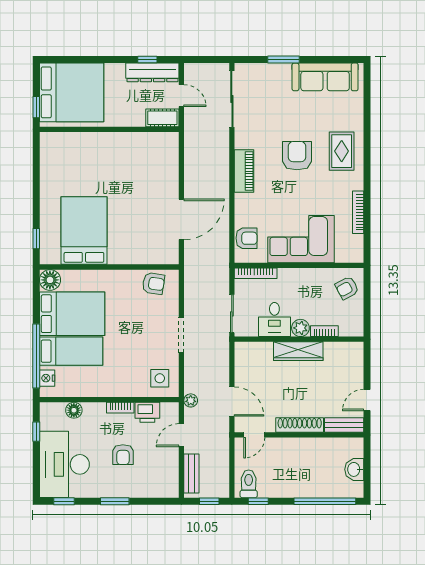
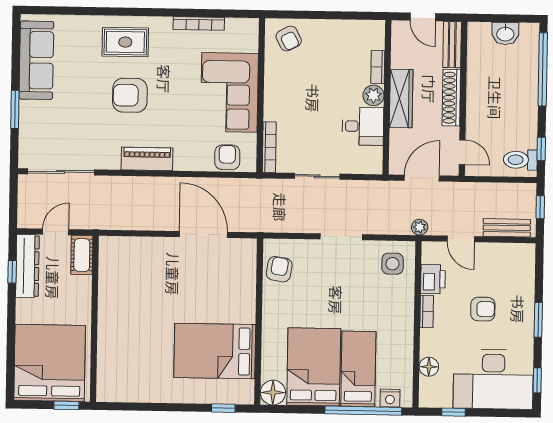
desk: (274, 320) -> (363, 126), moved
plant: (300, 328) -> (373, 95), moved
bookcase: (324, 331) -> (378, 67), moved
wall: (299, 339) -> (387, 97), moved
wardrobe: (298, 351) -> (401, 99), moved

